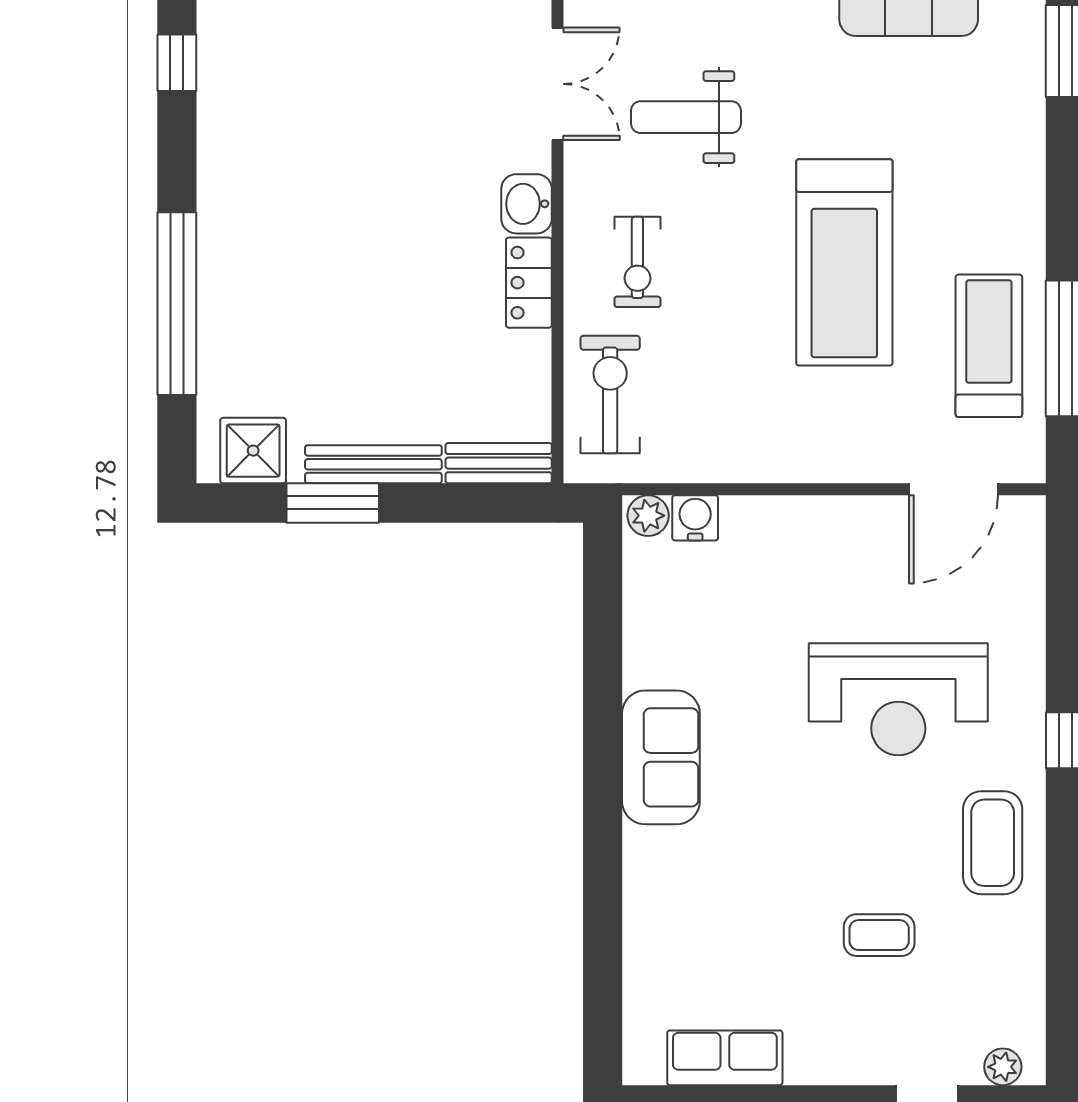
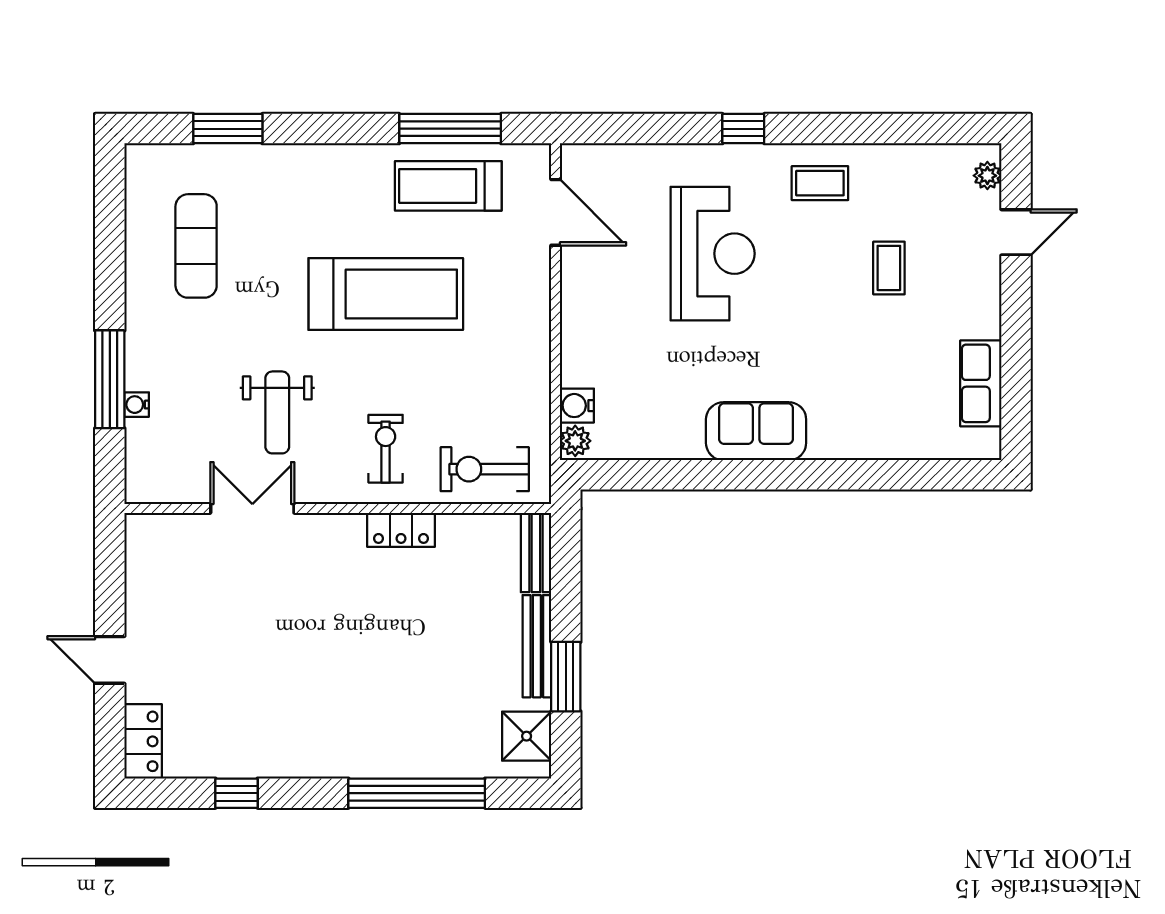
washbasin: (527, 204) -> (342, 532), removed
exercise bike: (637, 262) -> (386, 449), turned -90
coffee table: (993, 843) -> (820, 183), width x0.73, depth x0.77

